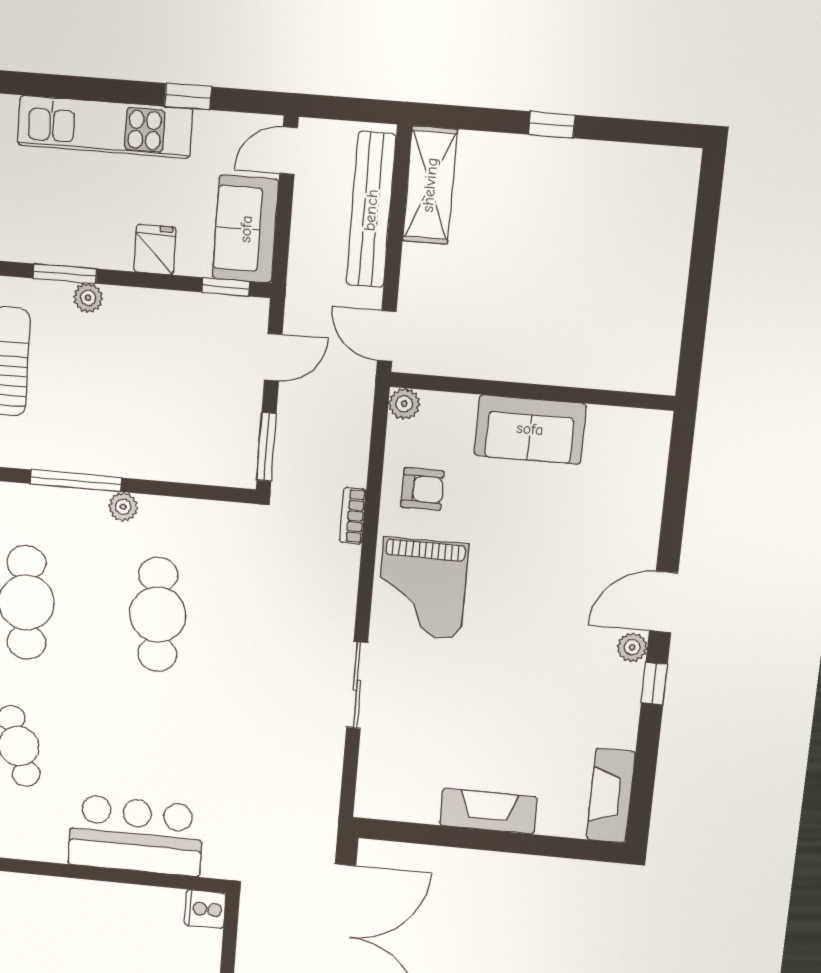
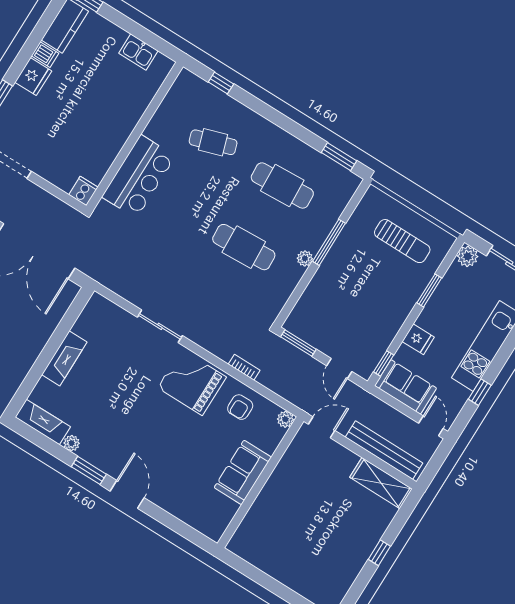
plant: (88, 298) -> (412, 295), removed
plant: (632, 647) -> (72, 443), moved
window: (654, 684) -> (89, 470), width x1.50

